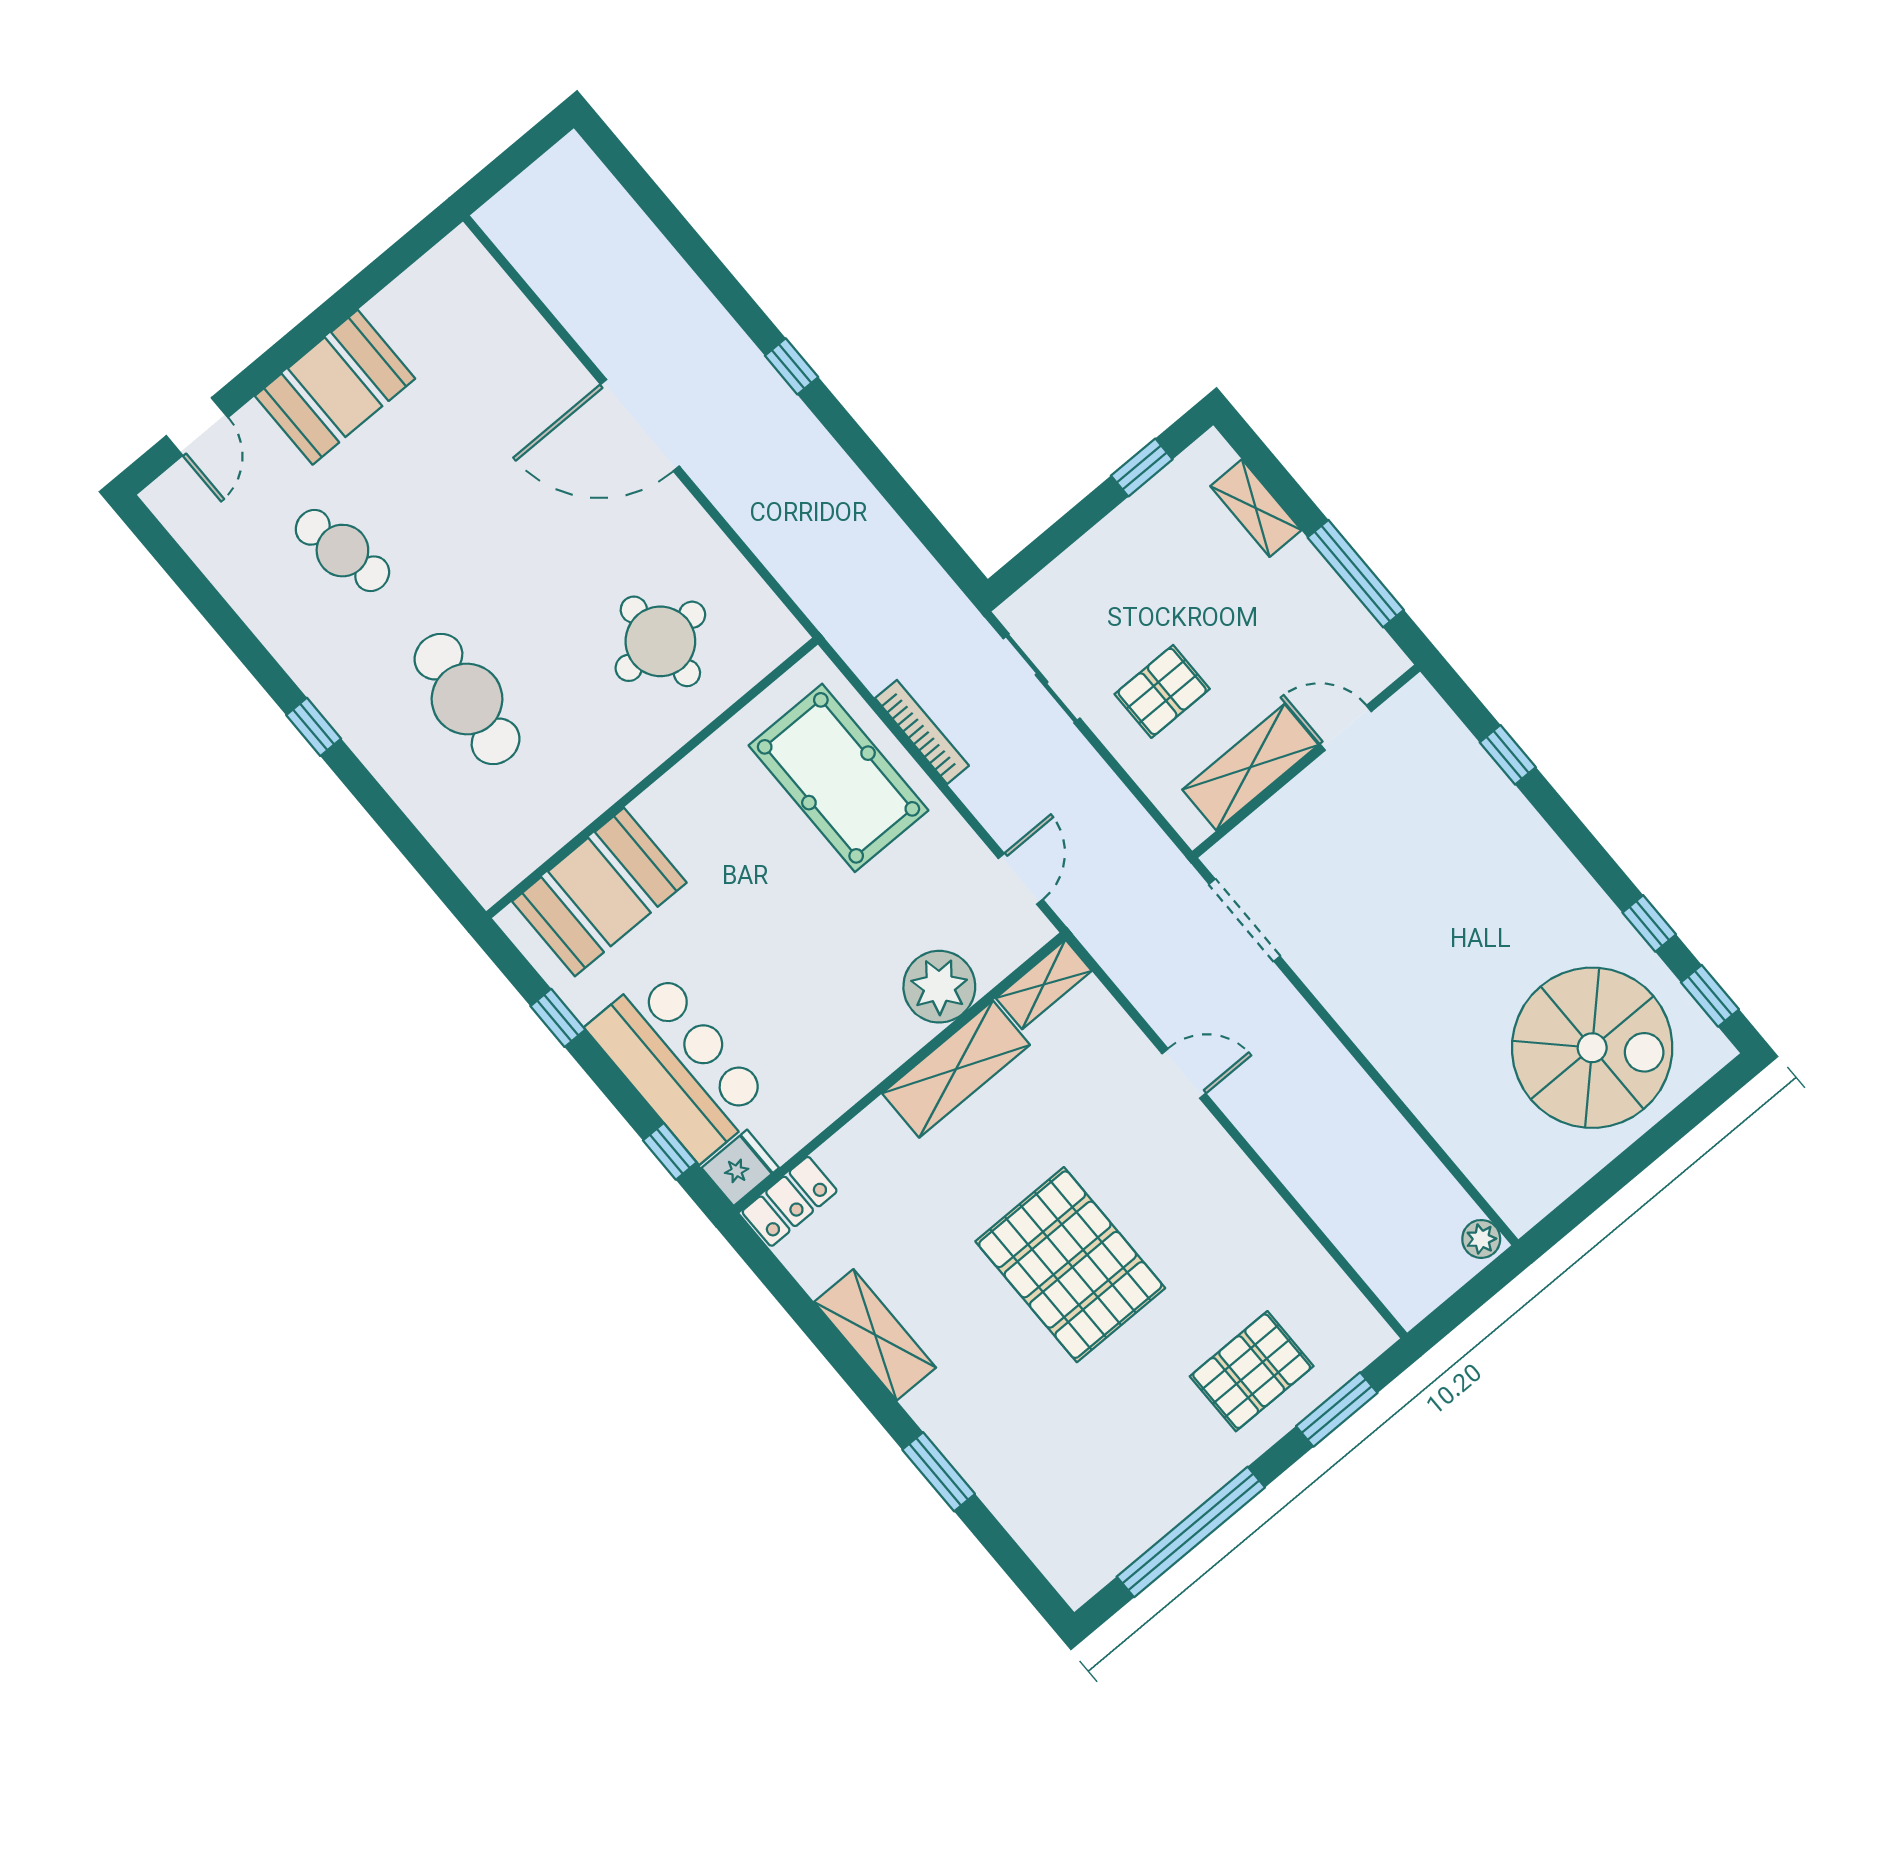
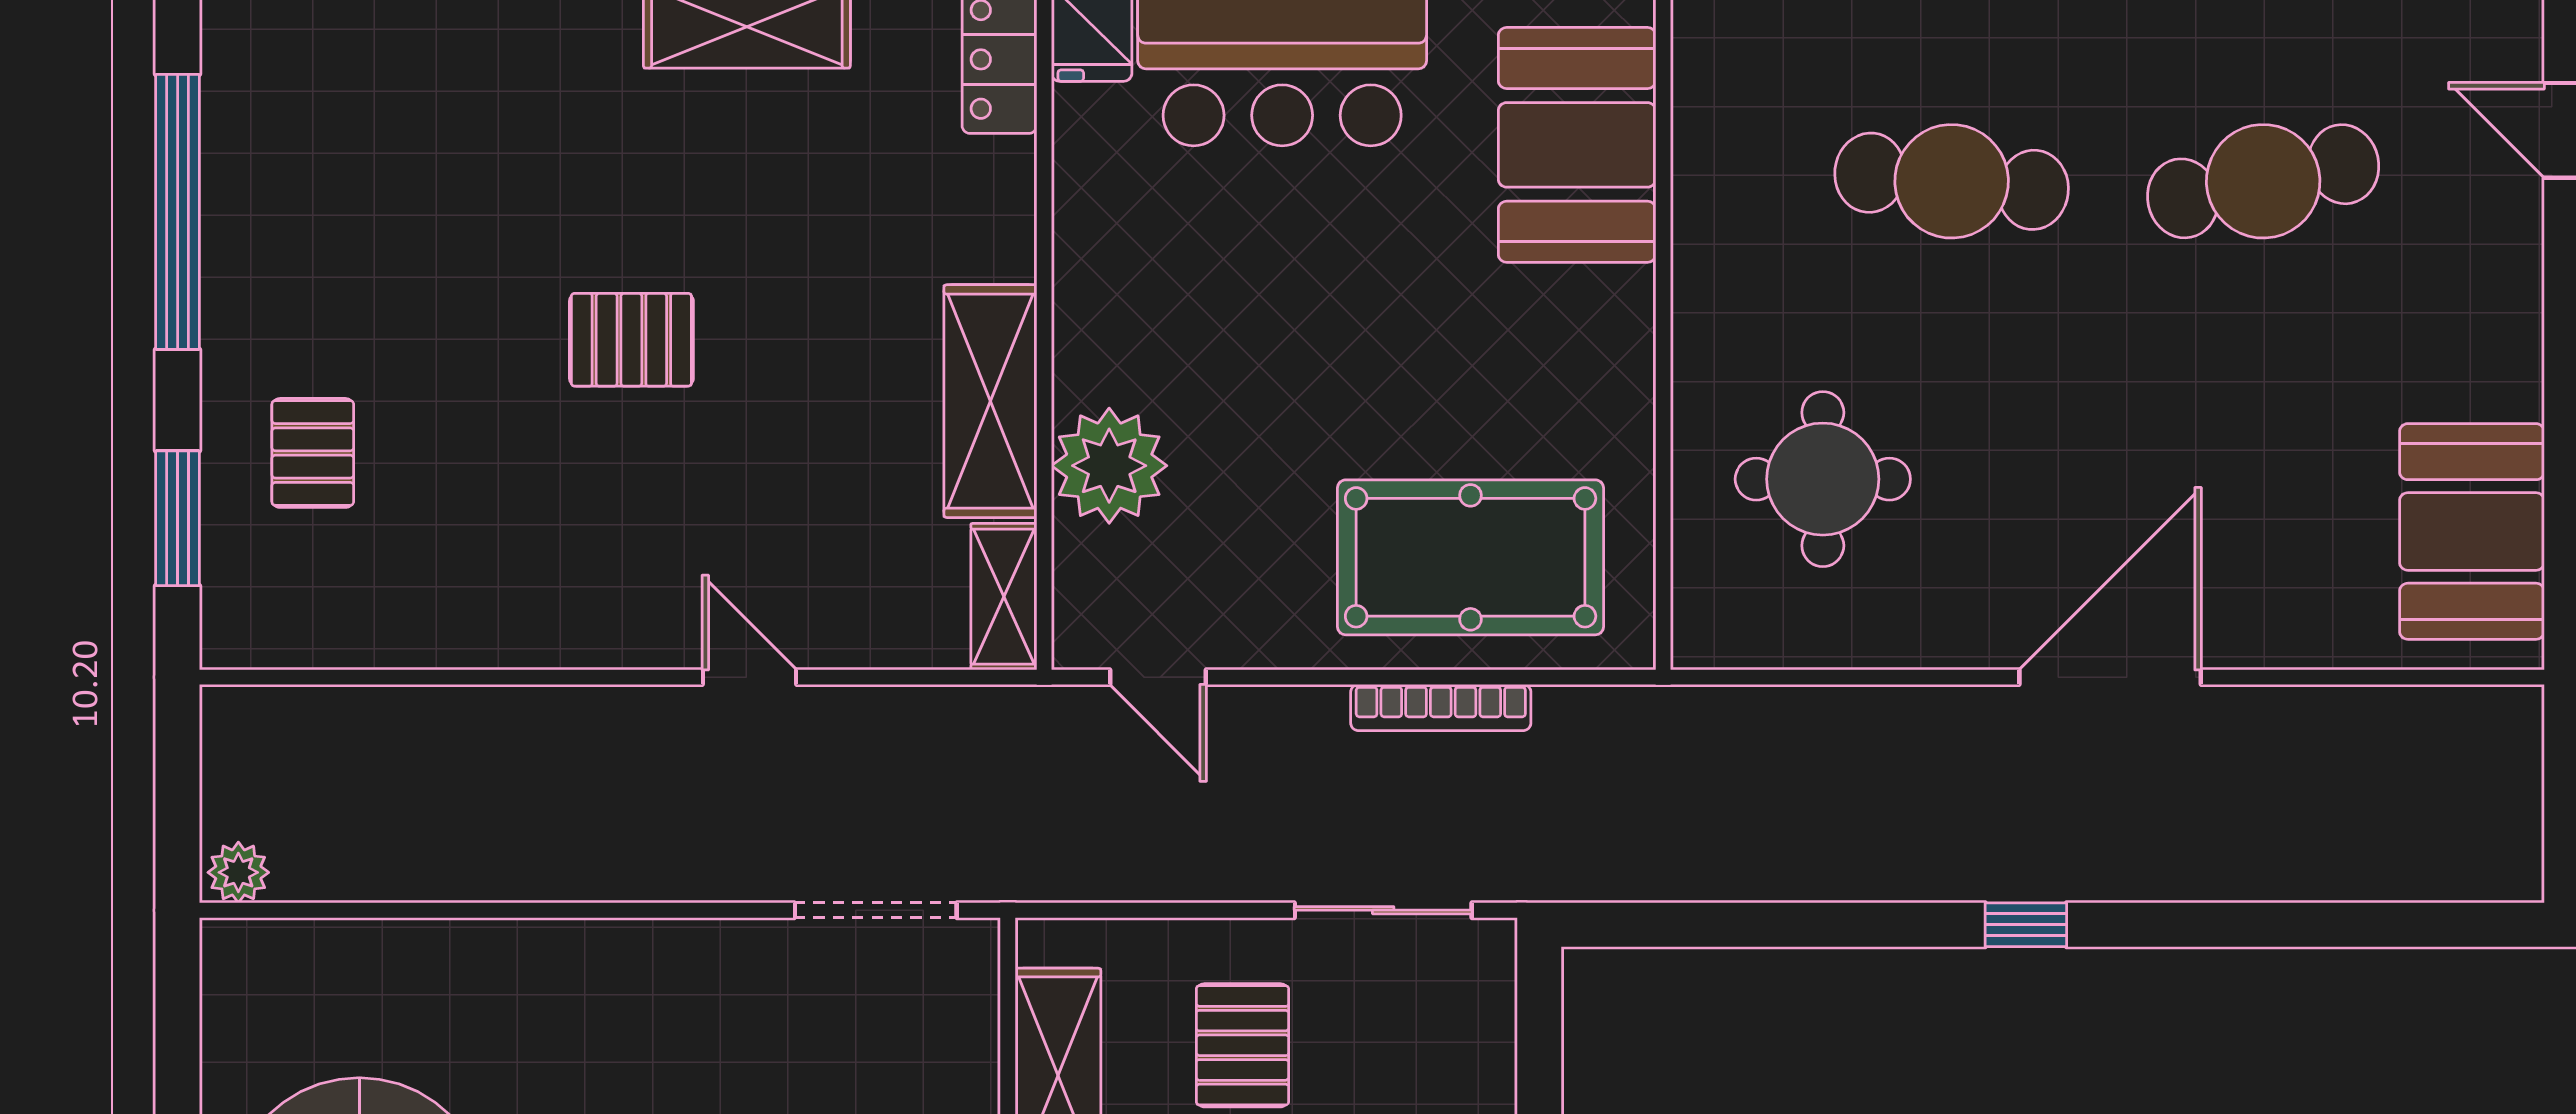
booth: (335, 387) -> (2472, 531), moved
cafe table: (342, 551) -> (2263, 181), width x1.37, depth x1.35
door: (1184, 1074) -> (749, 677), swing flipped
pallet: (1070, 1265) -> (631, 340), width x0.49, depth x0.50
pallet: (1252, 1371) -> (313, 453), width x0.67, depth x0.71

